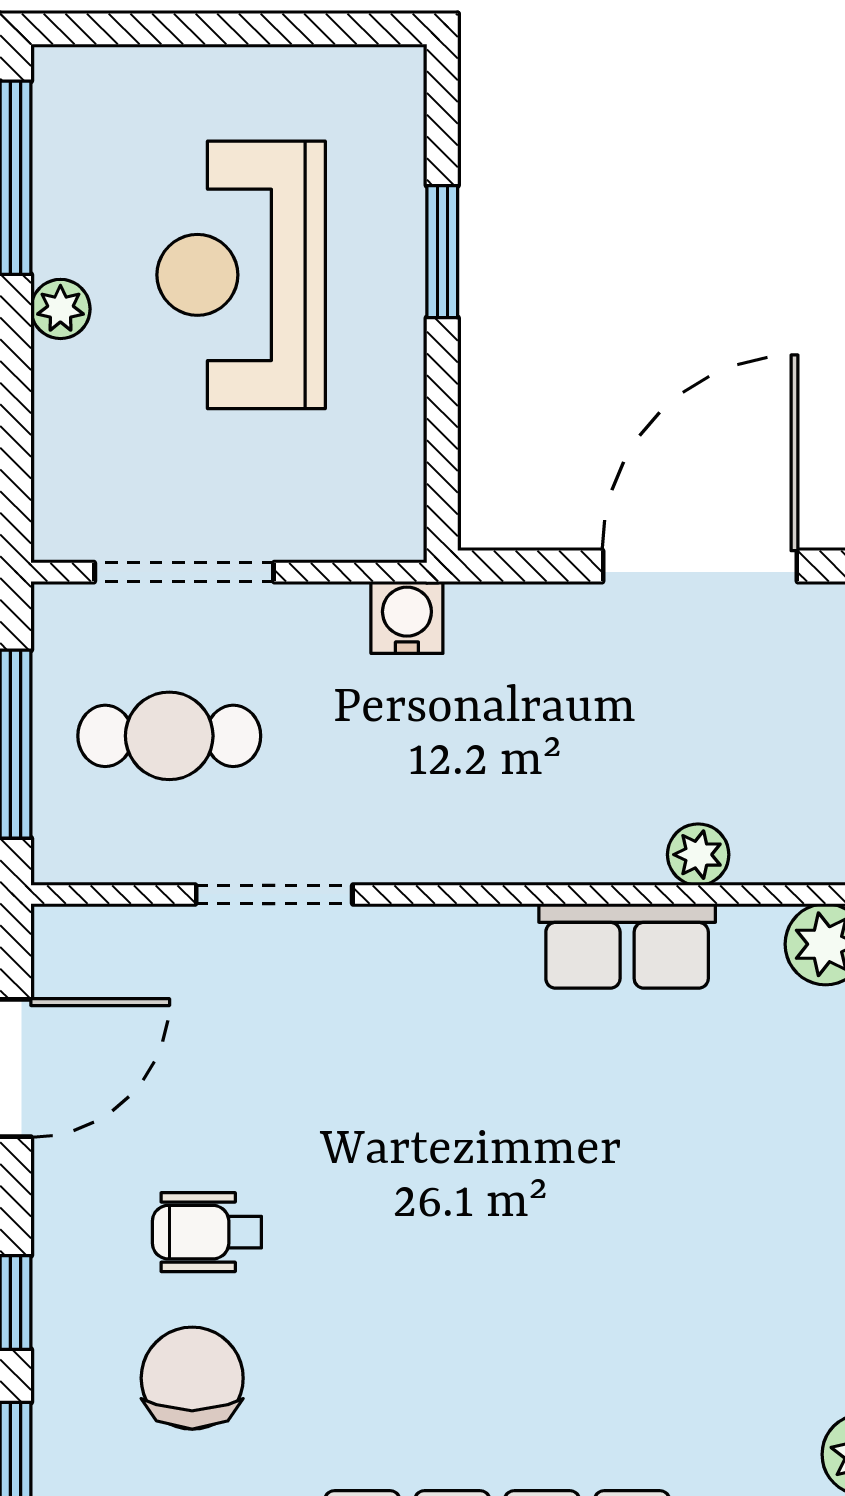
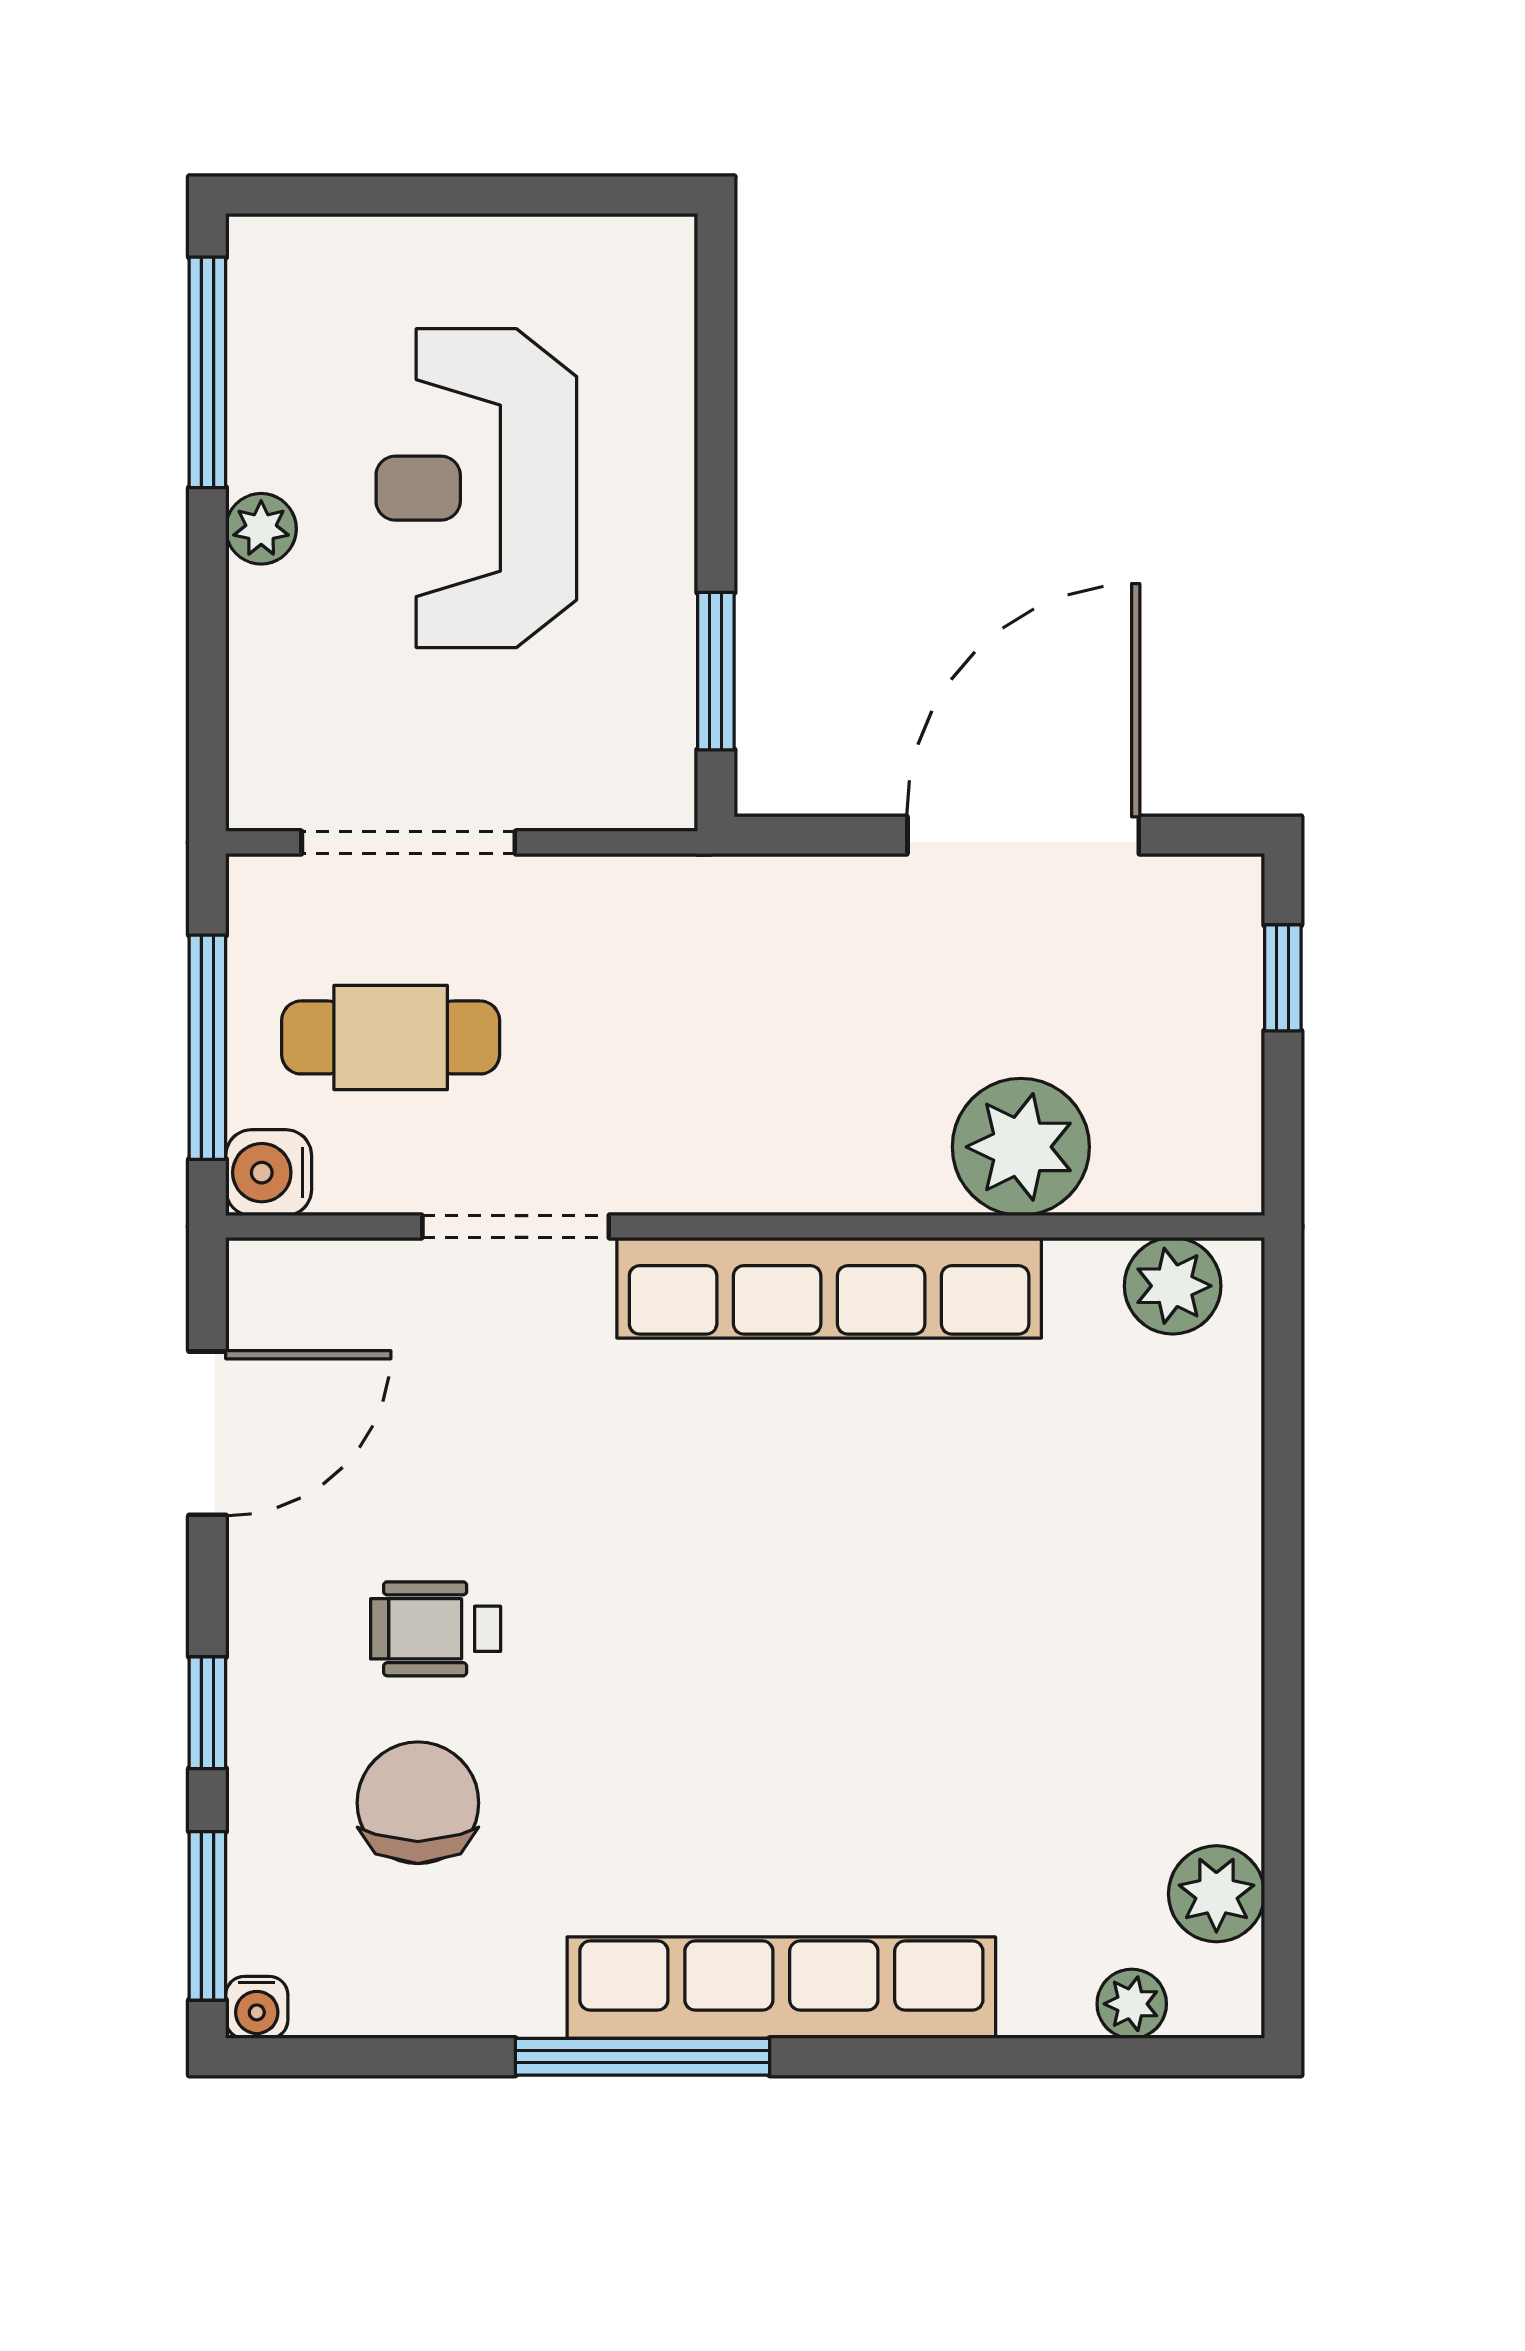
window: (442, 252) -> (716, 671), moved
water cooler: (407, 617) -> (269, 1173), moved, turned -90
plant: (698, 855) -> (1021, 1147), width x1.88, depth x1.88
row of seats: (627, 946) -> (829, 1288), width x2.02

